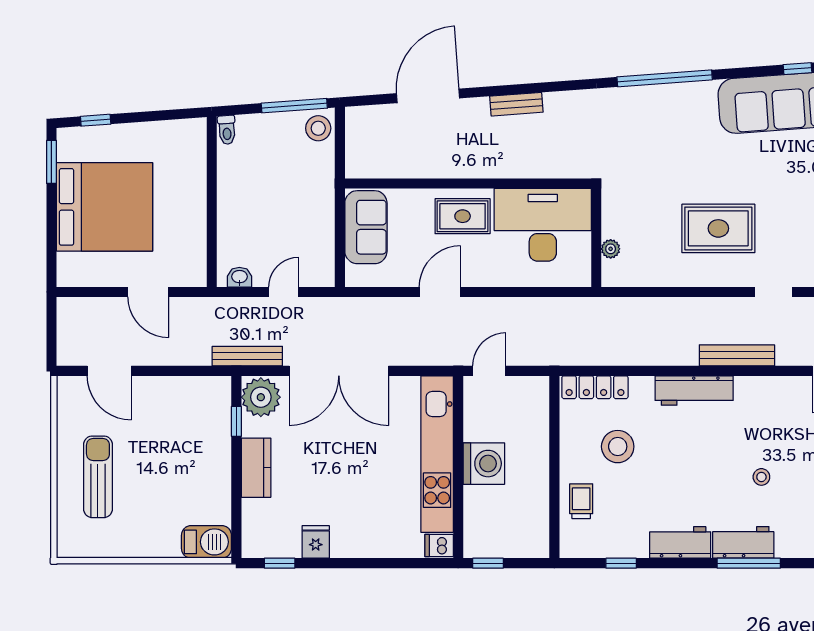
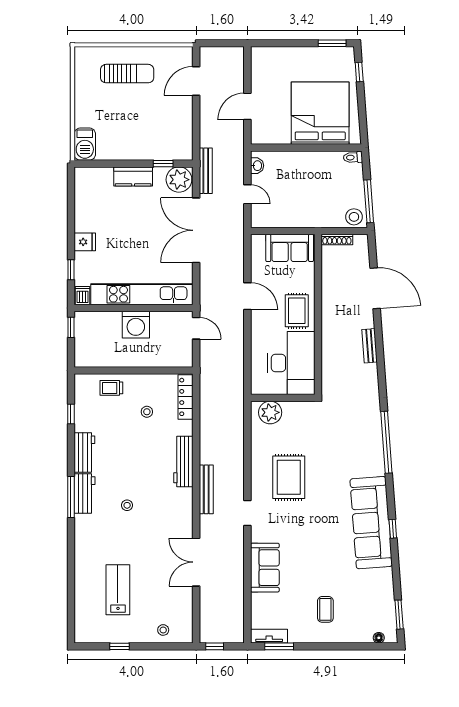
shoe rack: (353, 155) -> (337, 239), added
bed: (104, 207) -> (320, 113), moved, turned 180
plant: (611, 249) -> (270, 412), width x1.87, depth x1.87
stool: (618, 447) -> (147, 412), width x0.53, depth x0.53
trolley: (581, 501) -> (111, 388), turned 180
fridge: (316, 542) -> (85, 242), moved
window: (280, 563) -> (71, 270), moved

